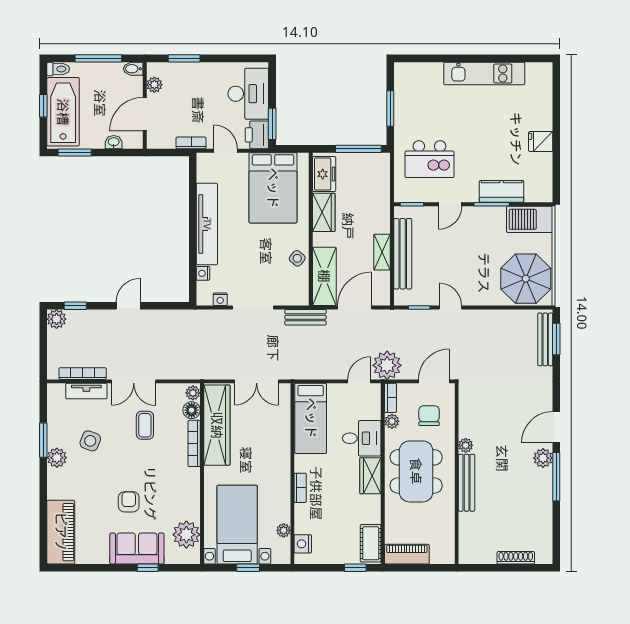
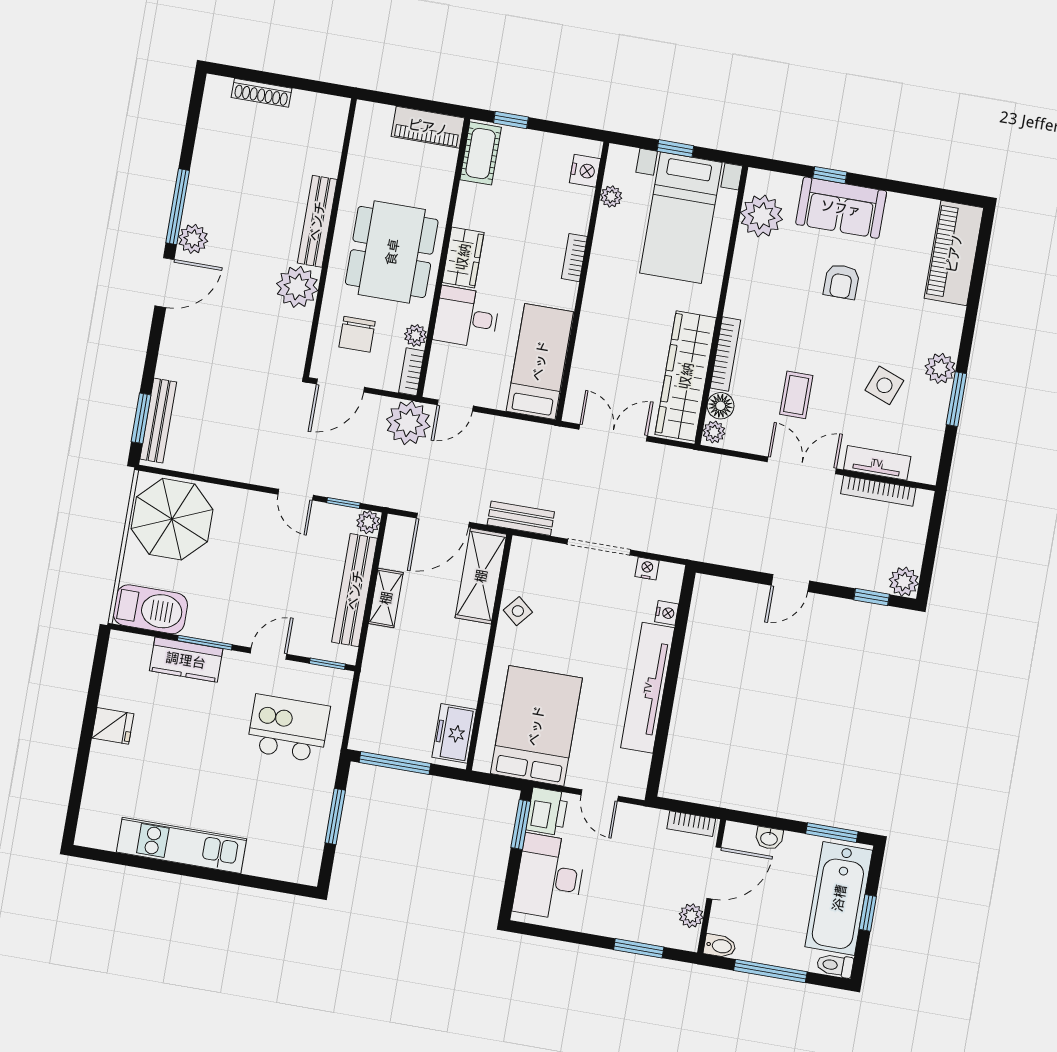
bookcase: (191, 143) -> (691, 824), moved
wardrobe: (324, 212) -> (465, 675), removed
plant: (401, 298) -> (368, 522), added
plant: (466, 445) -> (297, 287), width x1.88, depth x1.88

